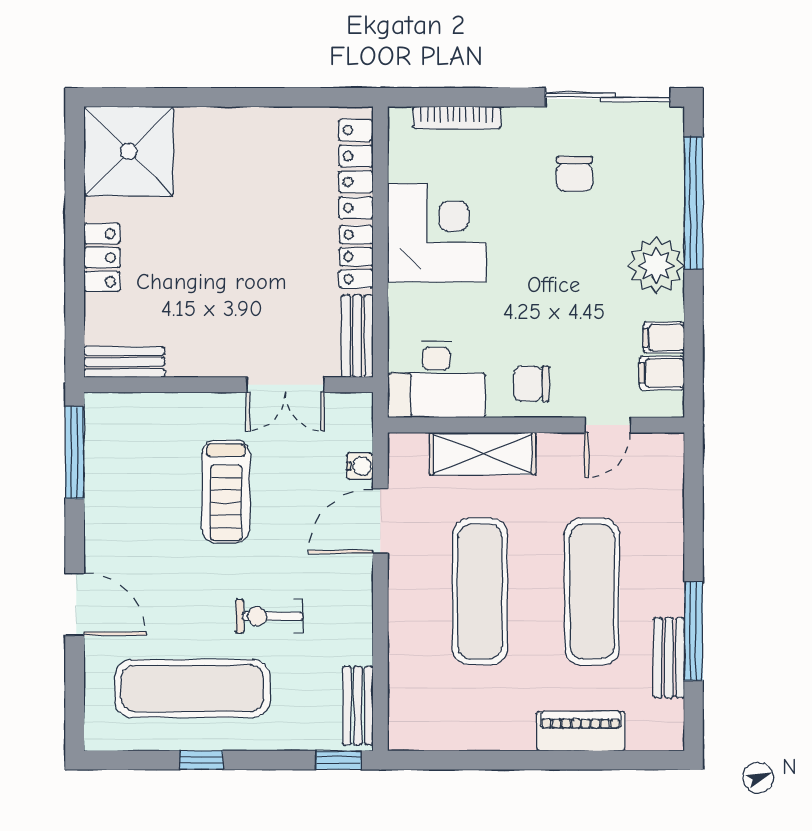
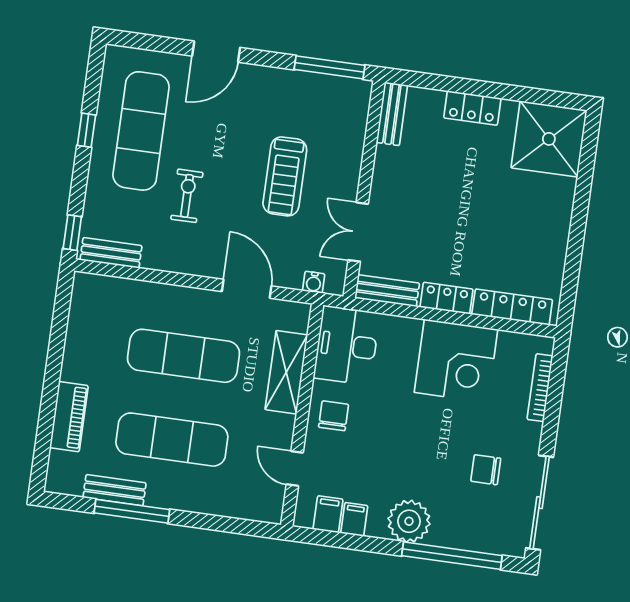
water cooler: (360, 466) -> (314, 282), moved
treadmill: (226, 491) -> (285, 176), turned -90

